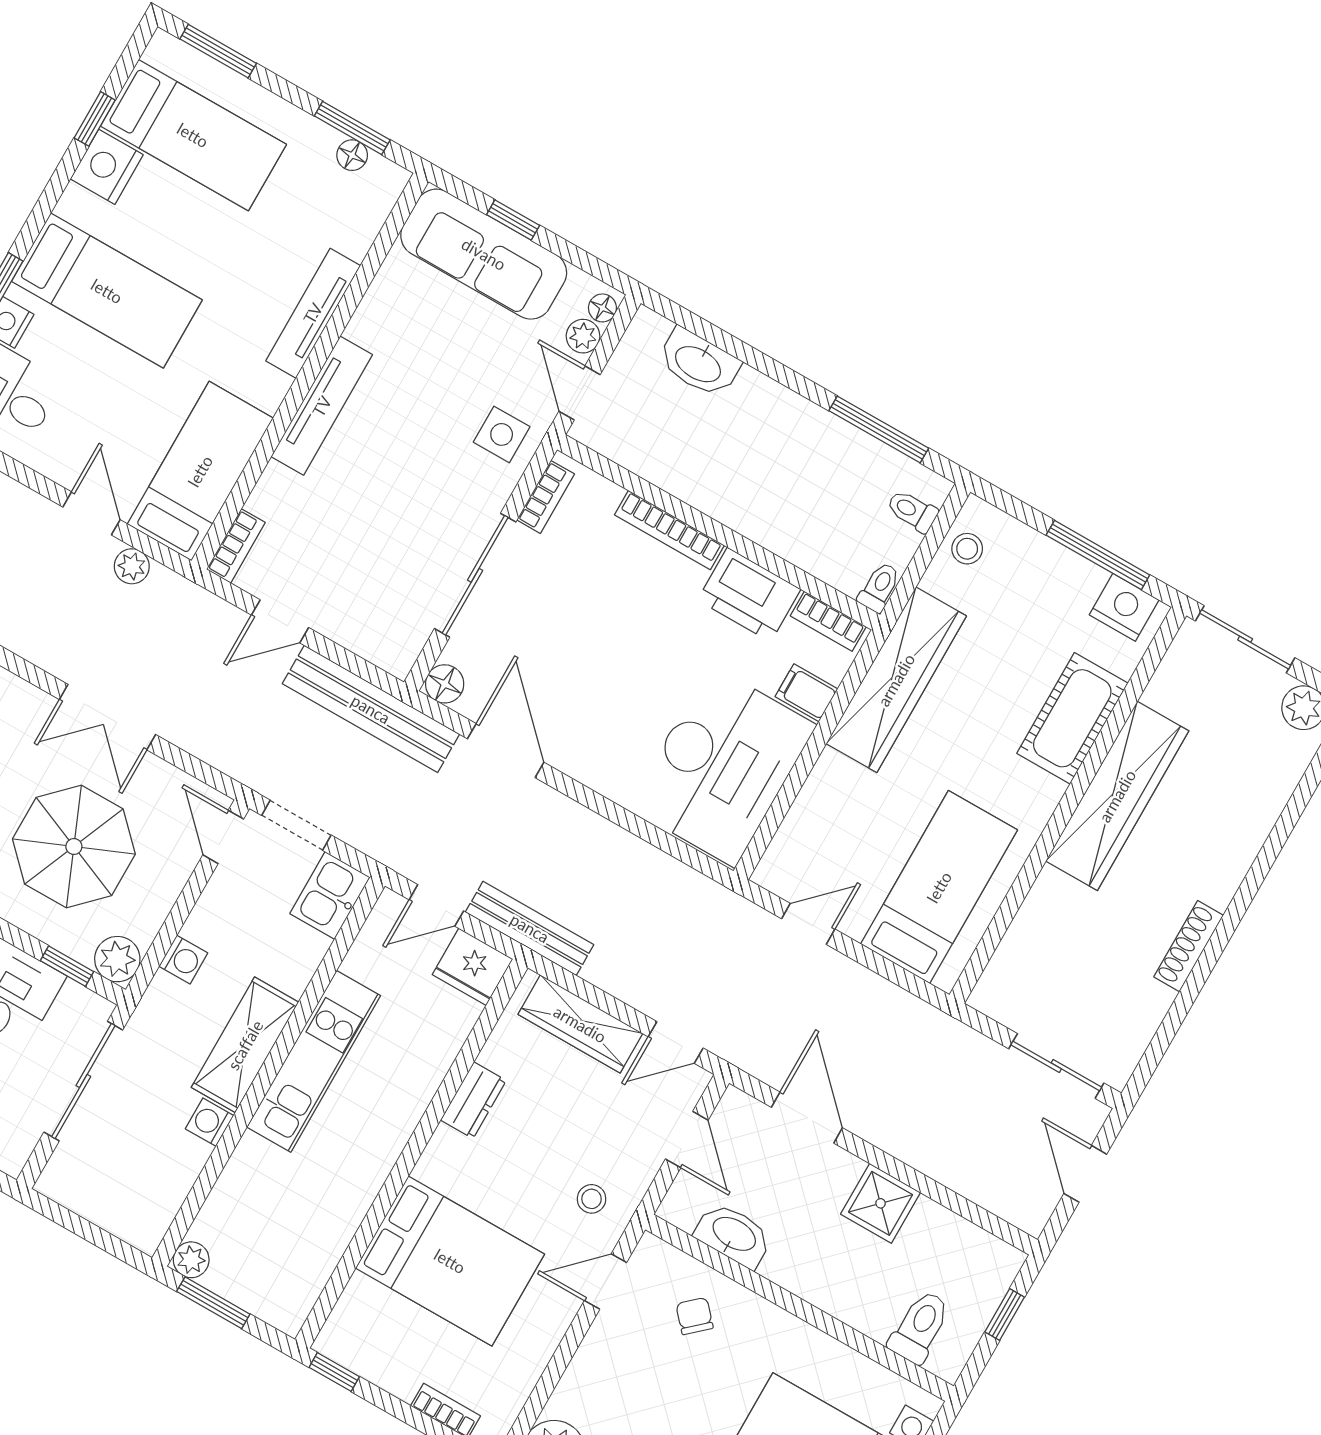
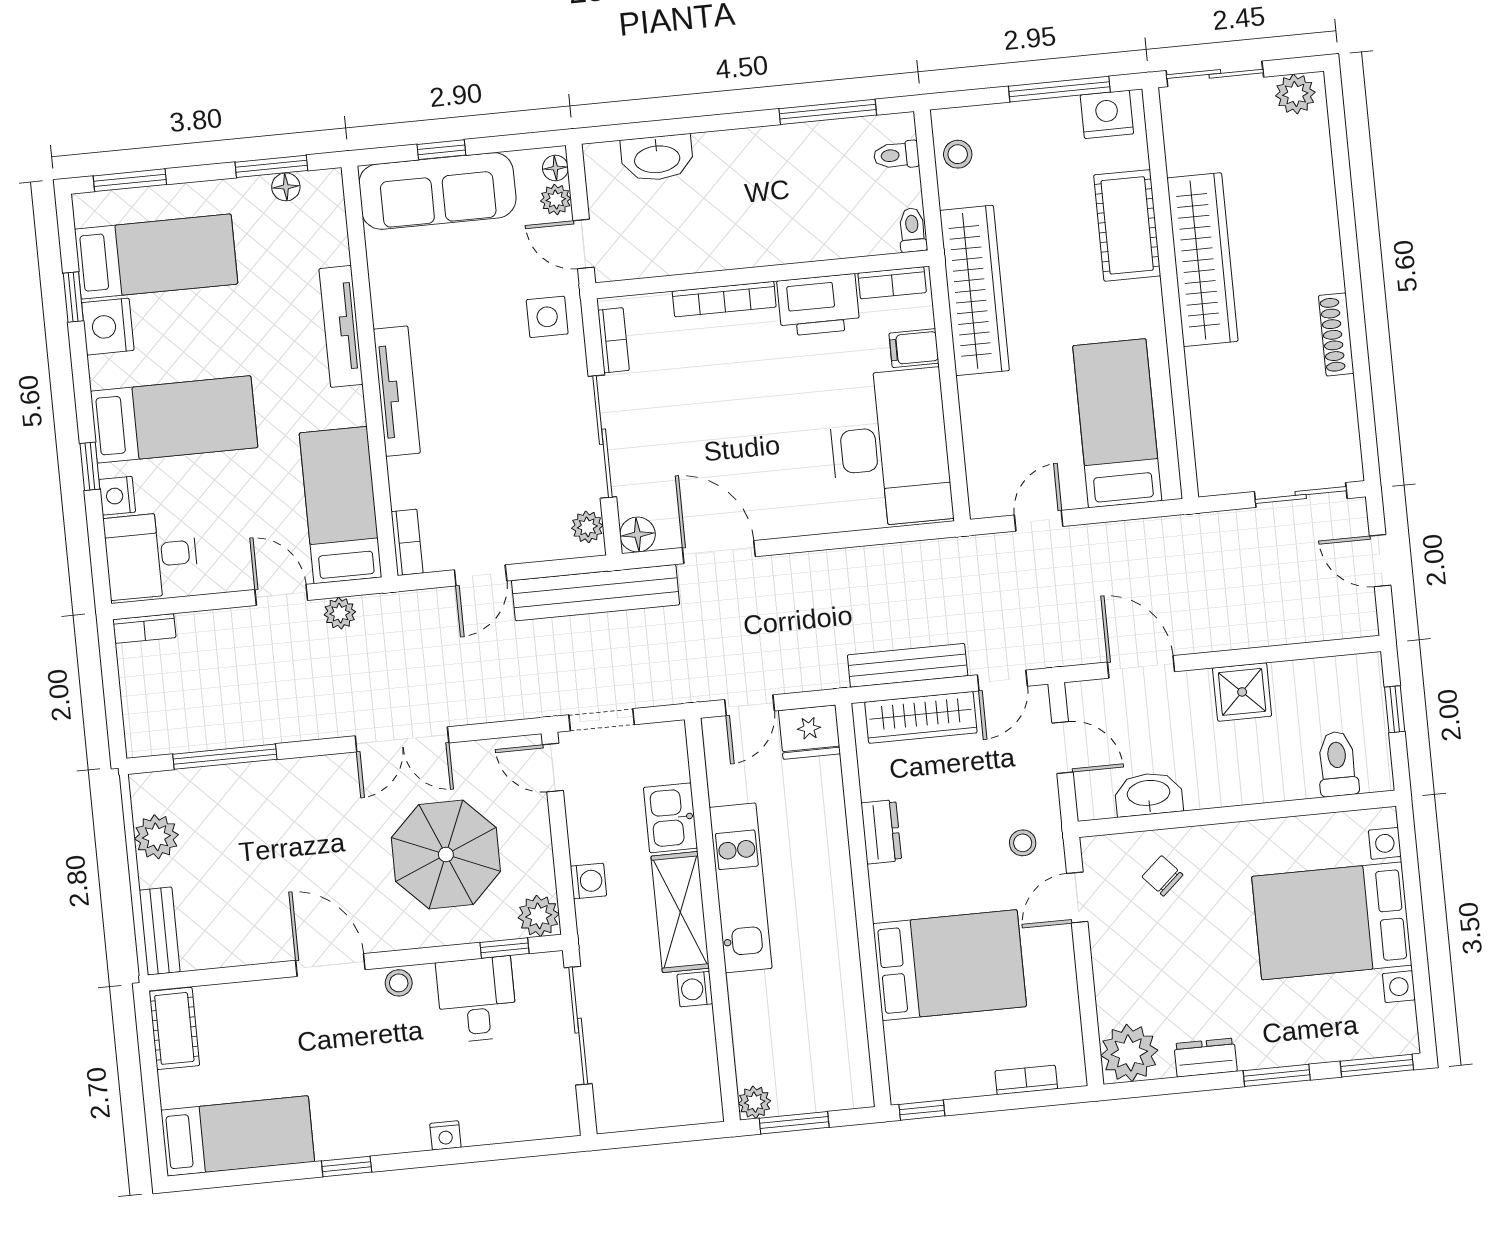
plant: (405, 646) -> (587, 527), added
kitchen sink: (330, 895) -> (670, 818), moved
bench: (530, 928) -> (908, 665), moved

